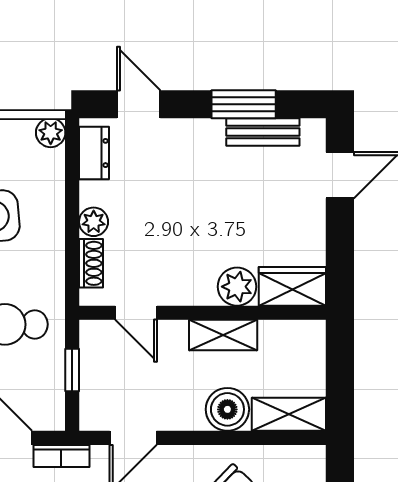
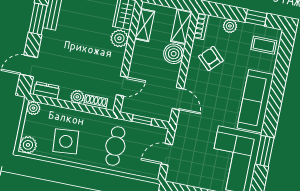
shelving: (223, 335) -> (145, 25), moved
bookcase: (61, 456) -> (201, 26), moved

